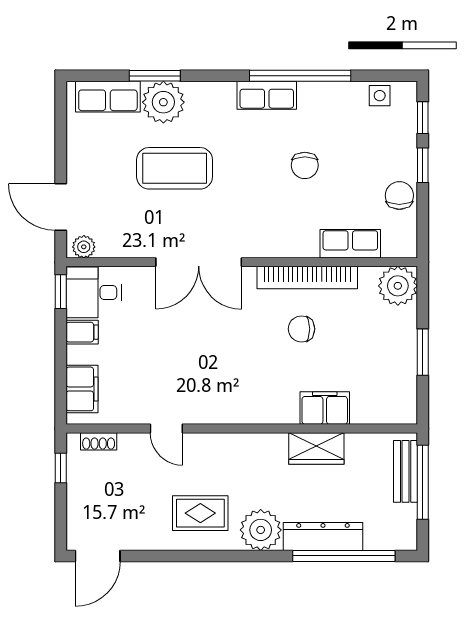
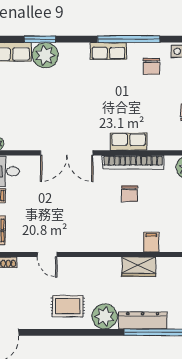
chair: (305, 165) -> (151, 66), moved
coffee table: (175, 168) -> (52, 96), removed
row of seats: (350, 244) -> (129, 142), moved
chair: (301, 329) -> (130, 194), turned -90
filing cabinet: (325, 408) -> (151, 242), width x0.50

